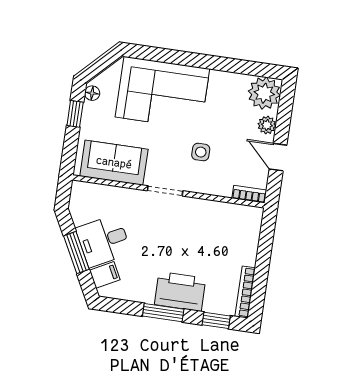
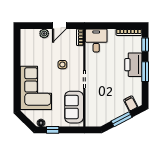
plant: (264, 93) -> (29, 37), removed
desk: (103, 241) -> (96, 40), moved, turned -152

